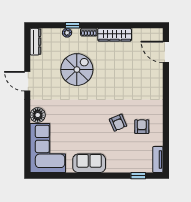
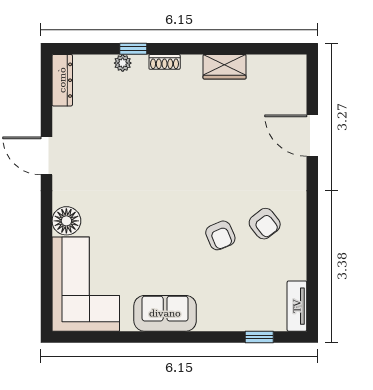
wardrobe: (115, 35) -> (225, 67), width x0.67
door: (166, 52) -> (312, 136), moved
spiral stairs: (77, 70) -> (142, 134), removed
armchair: (142, 127) -> (265, 224), moved, turned 142

